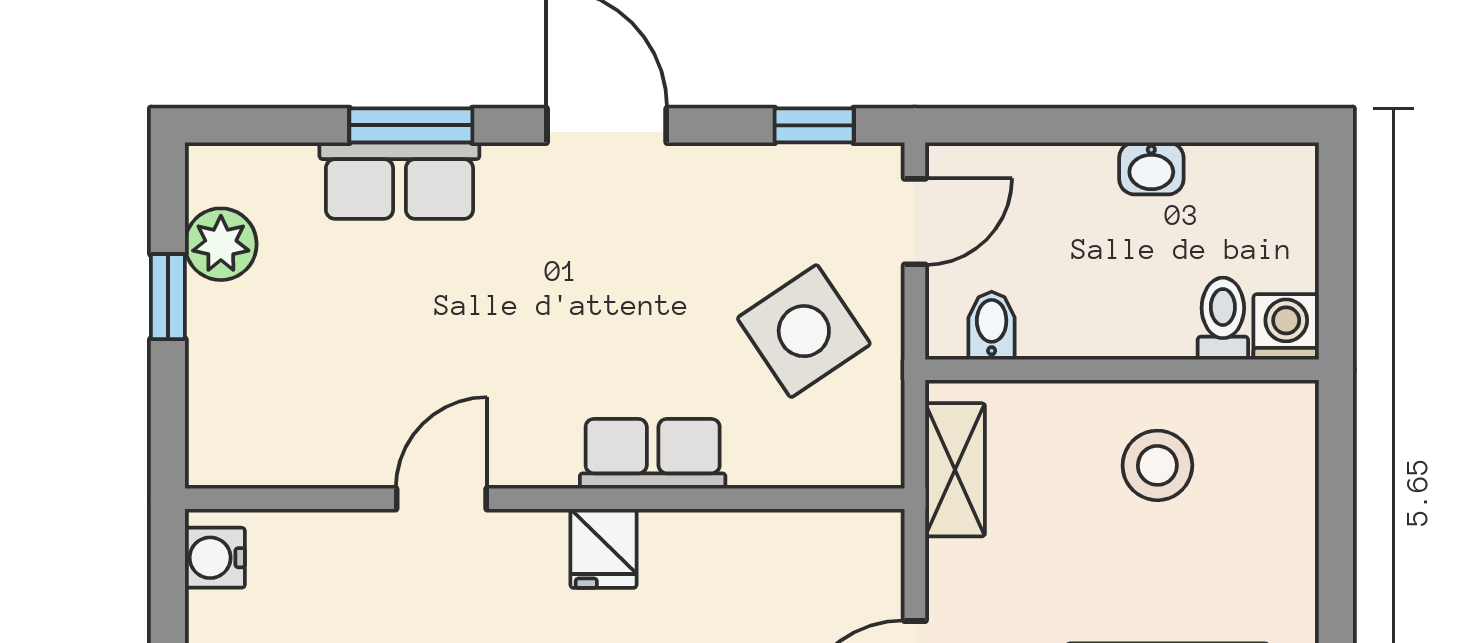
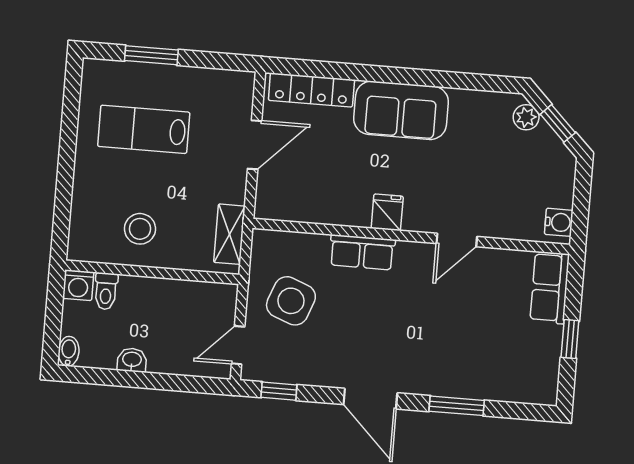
row of seats: (399, 181) -> (550, 288), moved, turned -90
plant: (221, 244) -> (545, 360), removed
bidet: (992, 326) -> (69, 351), moved, turned 180
side table: (804, 331) -> (291, 301), turned -35

